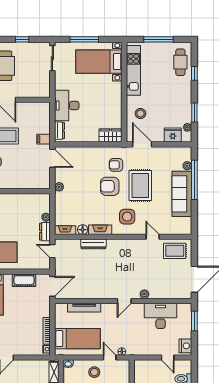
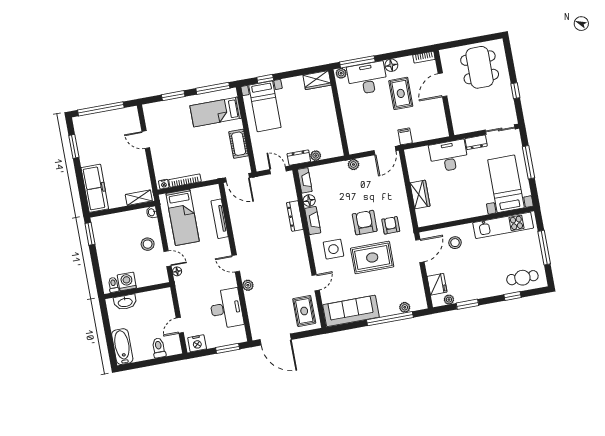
dresser: (59, 131) -> (476, 142), moved
wardrobe: (111, 136) -> (420, 194), moved
sofa: (182, 194) -> (351, 311), moved
door: (52, 251) -> (278, 170), hinge flipped
door: (110, 358) -> (168, 259), hinge flipped

